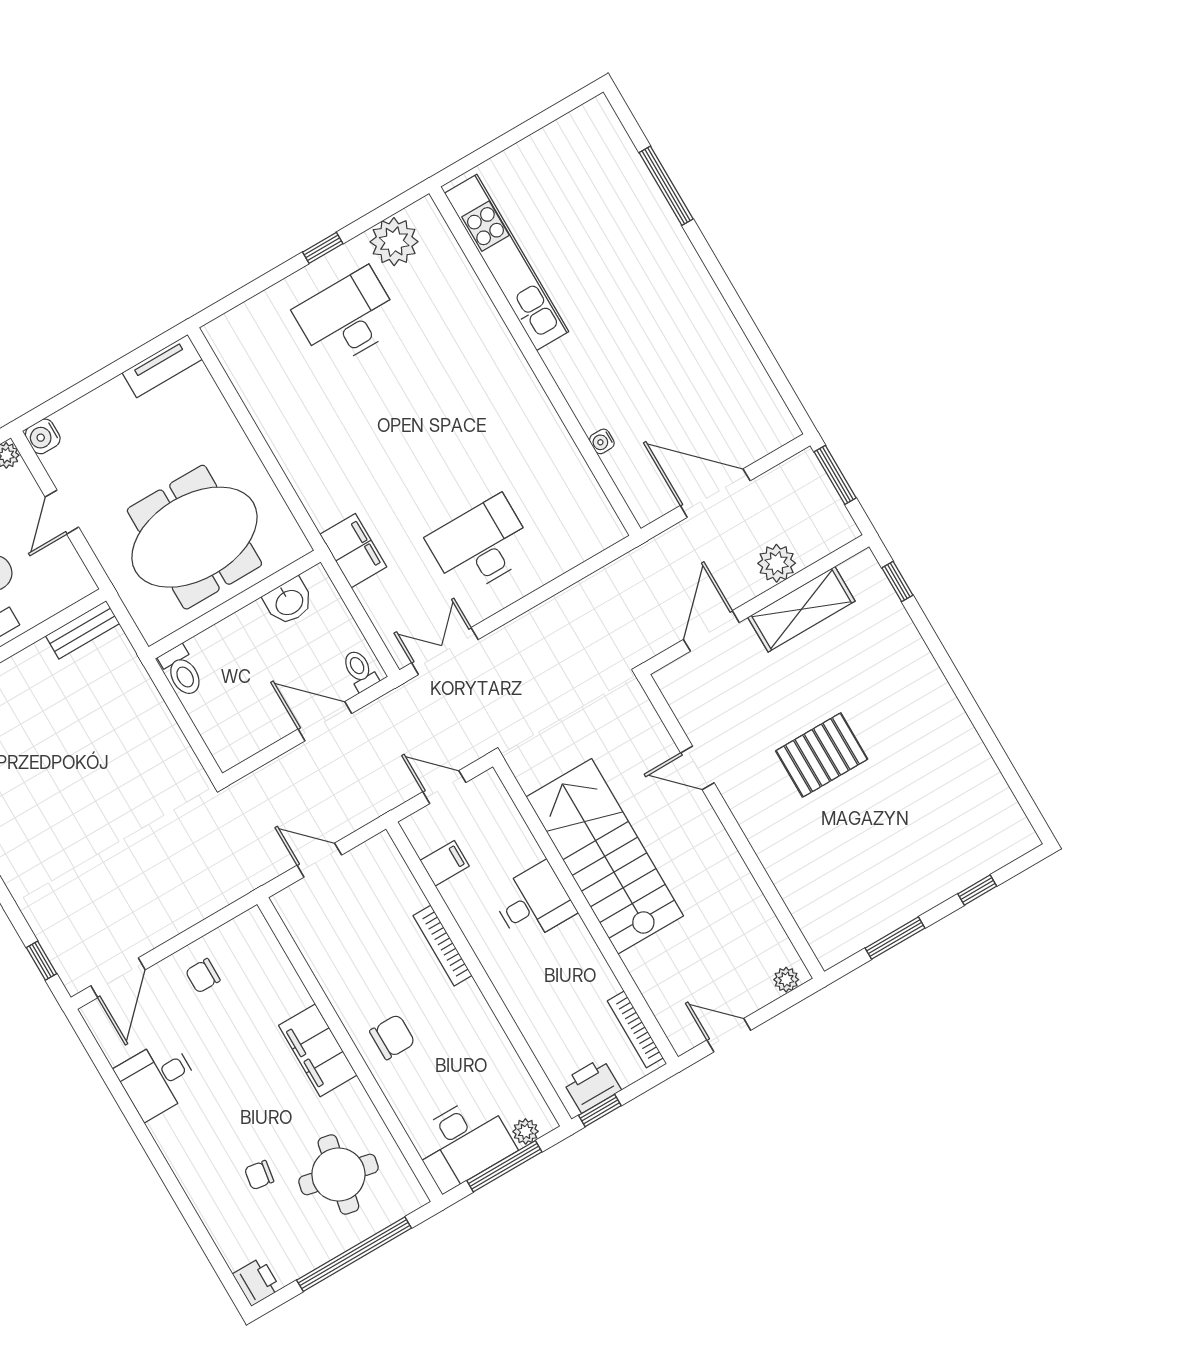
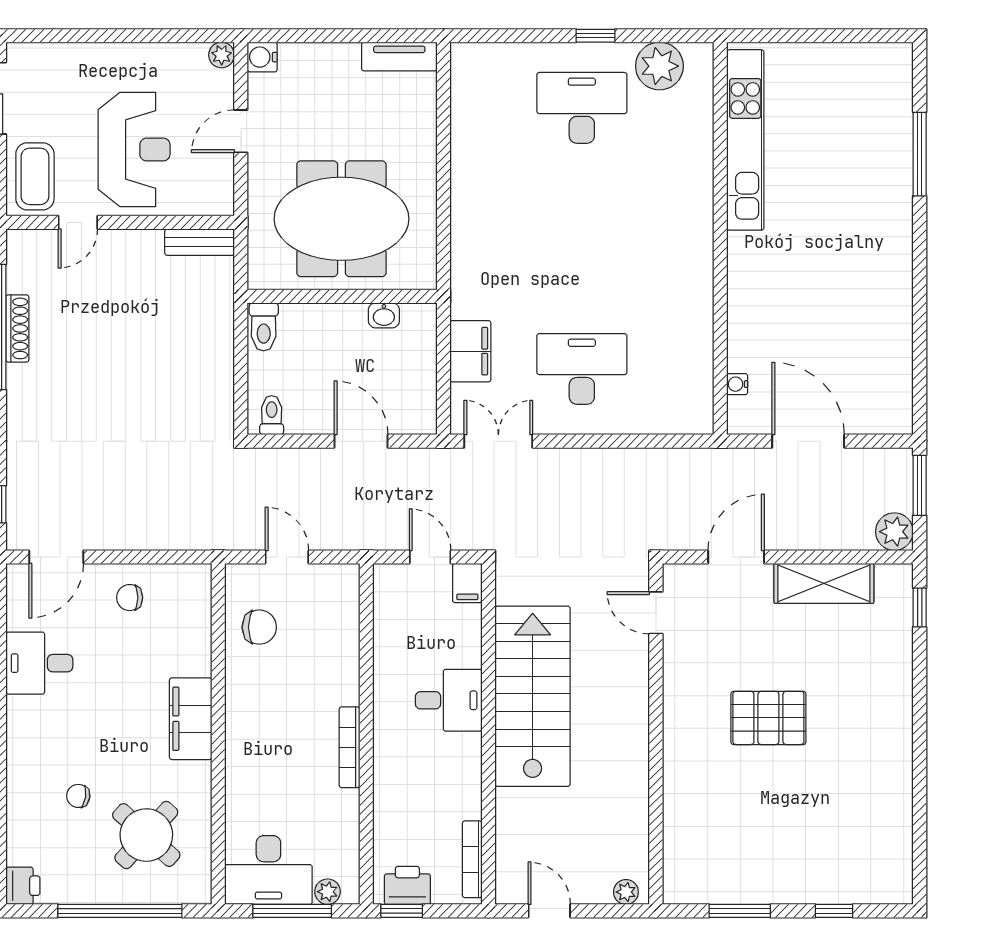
water cooler: (602, 441) -> (737, 384), moved
filing cabinet: (353, 551) -> (470, 351), moved
plant: (777, 563) -> (894, 532), moved
washbasin: (289, 602) -> (384, 315), width x0.72, depth x0.69
toilet: (360, 670) -> (272, 415), moved
door: (697, 768) -> (656, 613), moved
filing cabinet: (445, 863) -> (467, 583), moved, turned 90
bookcase: (443, 946) -> (350, 747), moved
chair: (392, 1037) -> (259, 627), moved
round table: (338, 1174) -> (146, 835), turned 30

